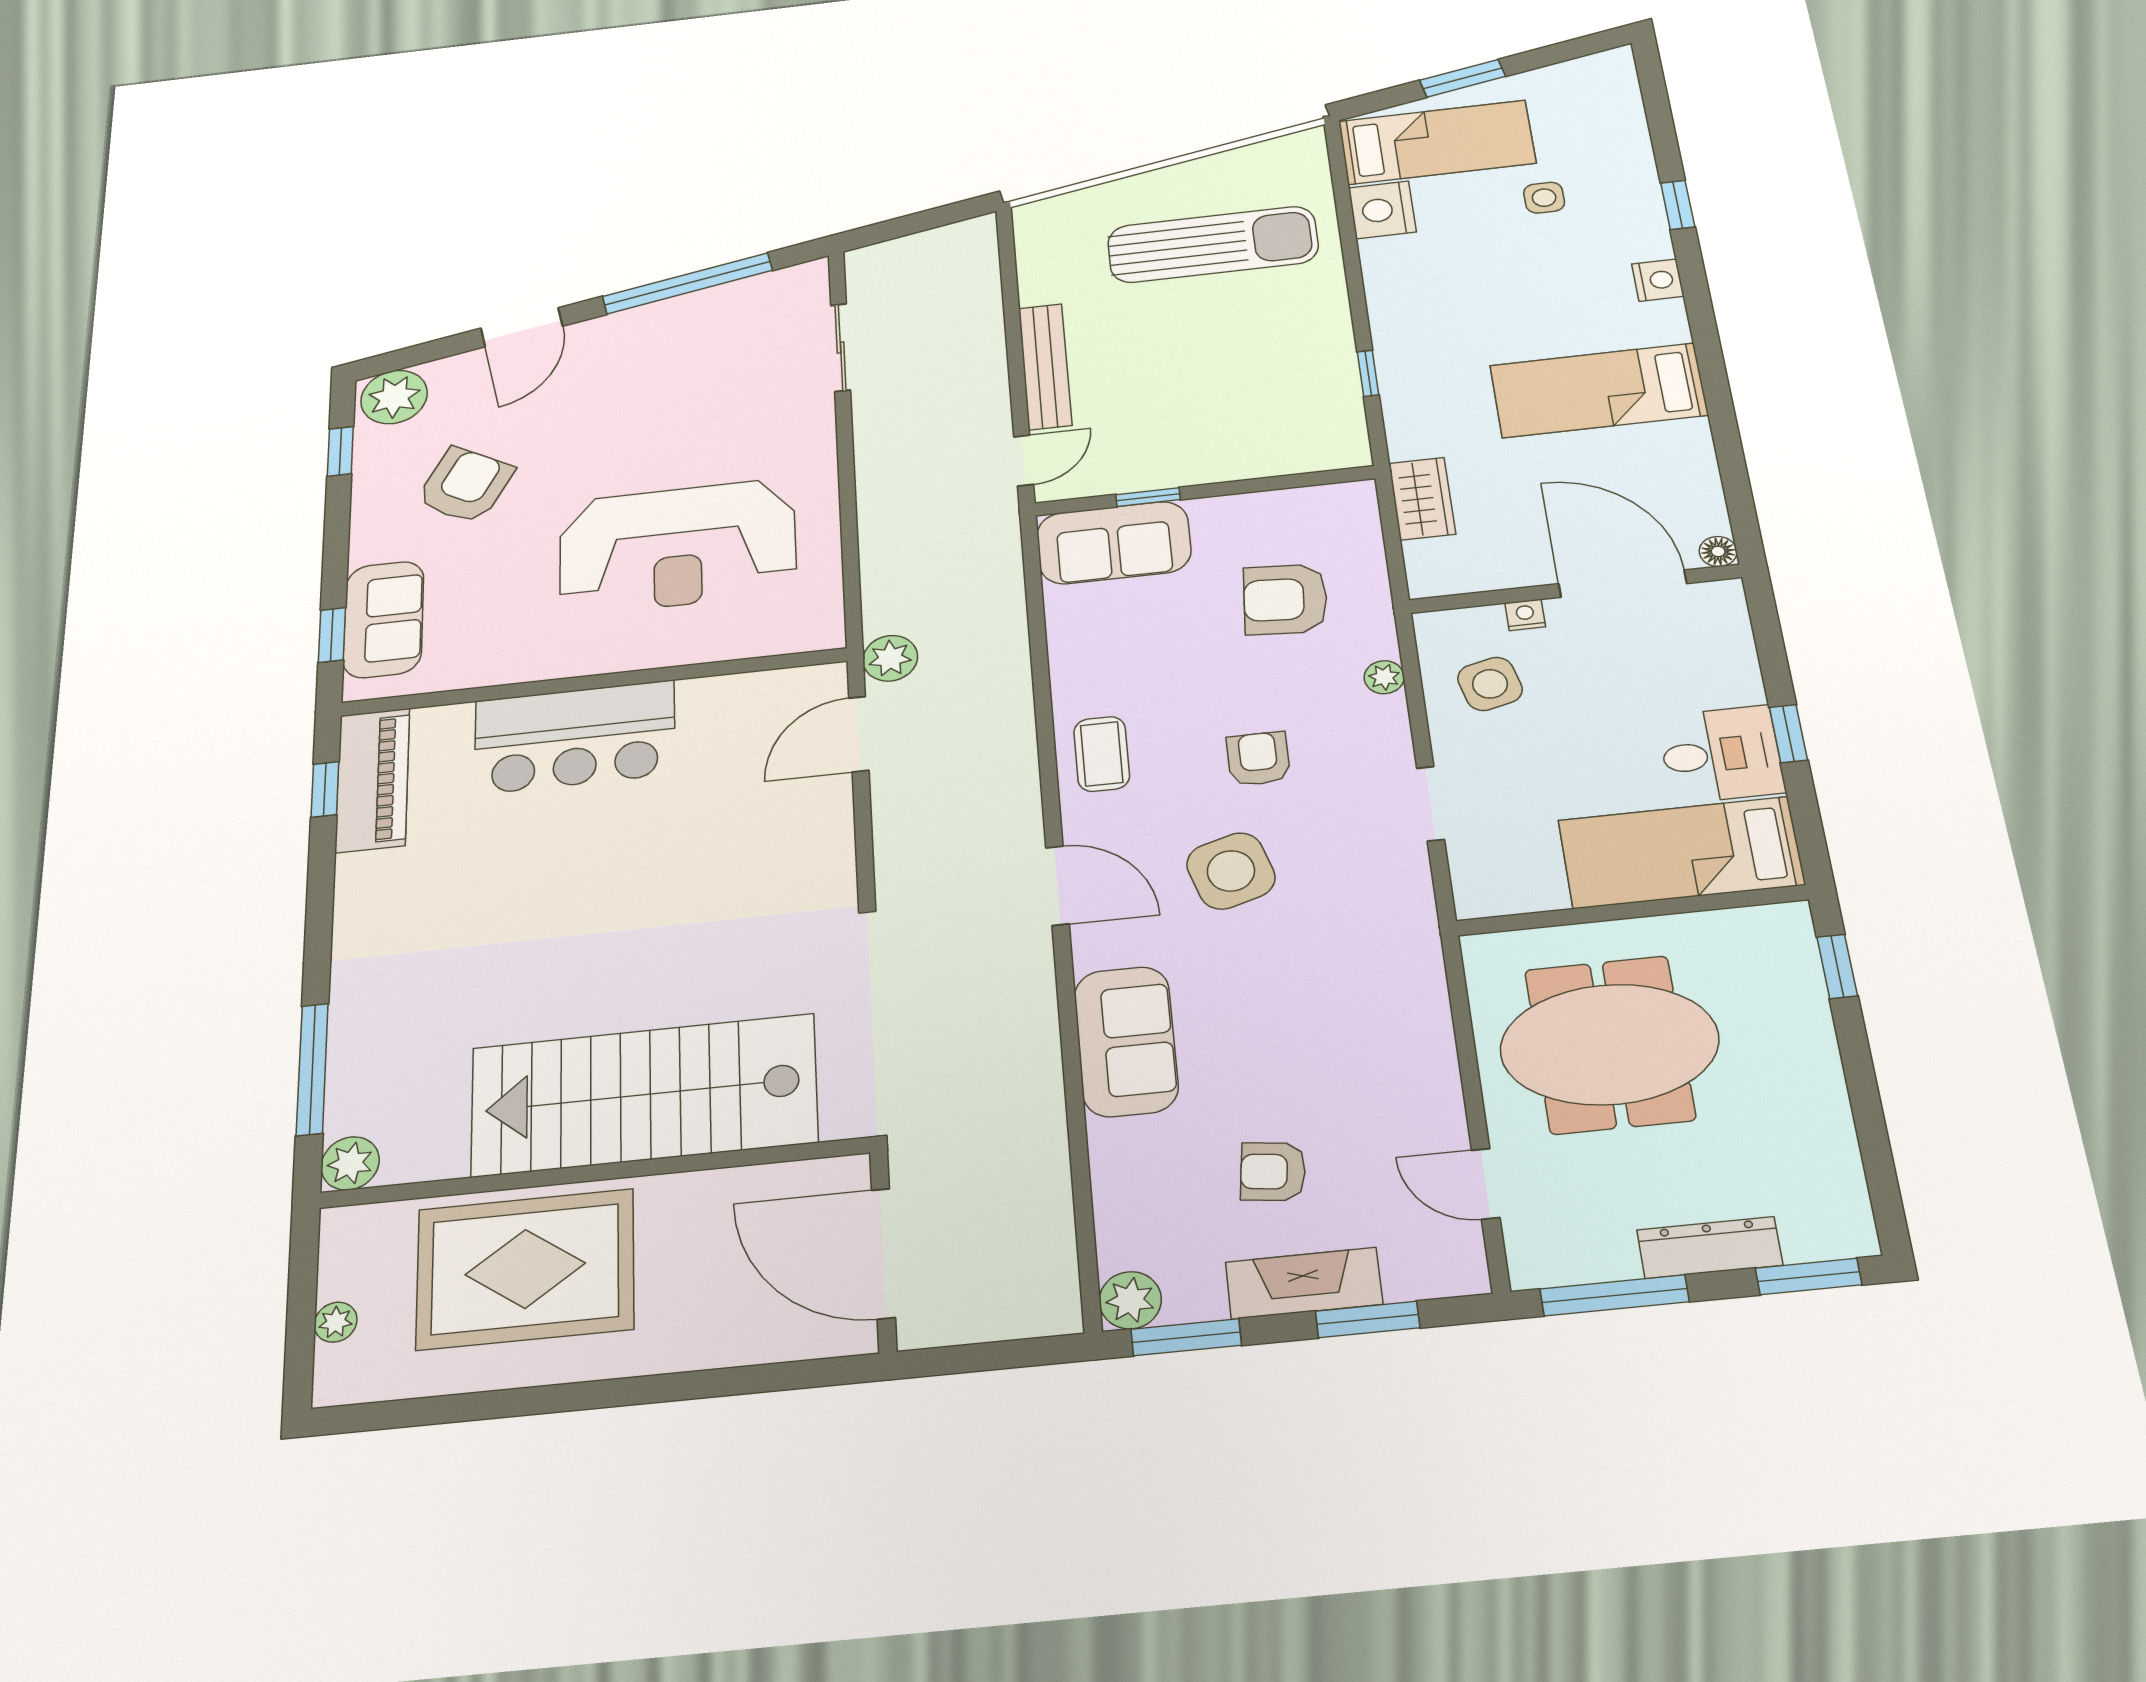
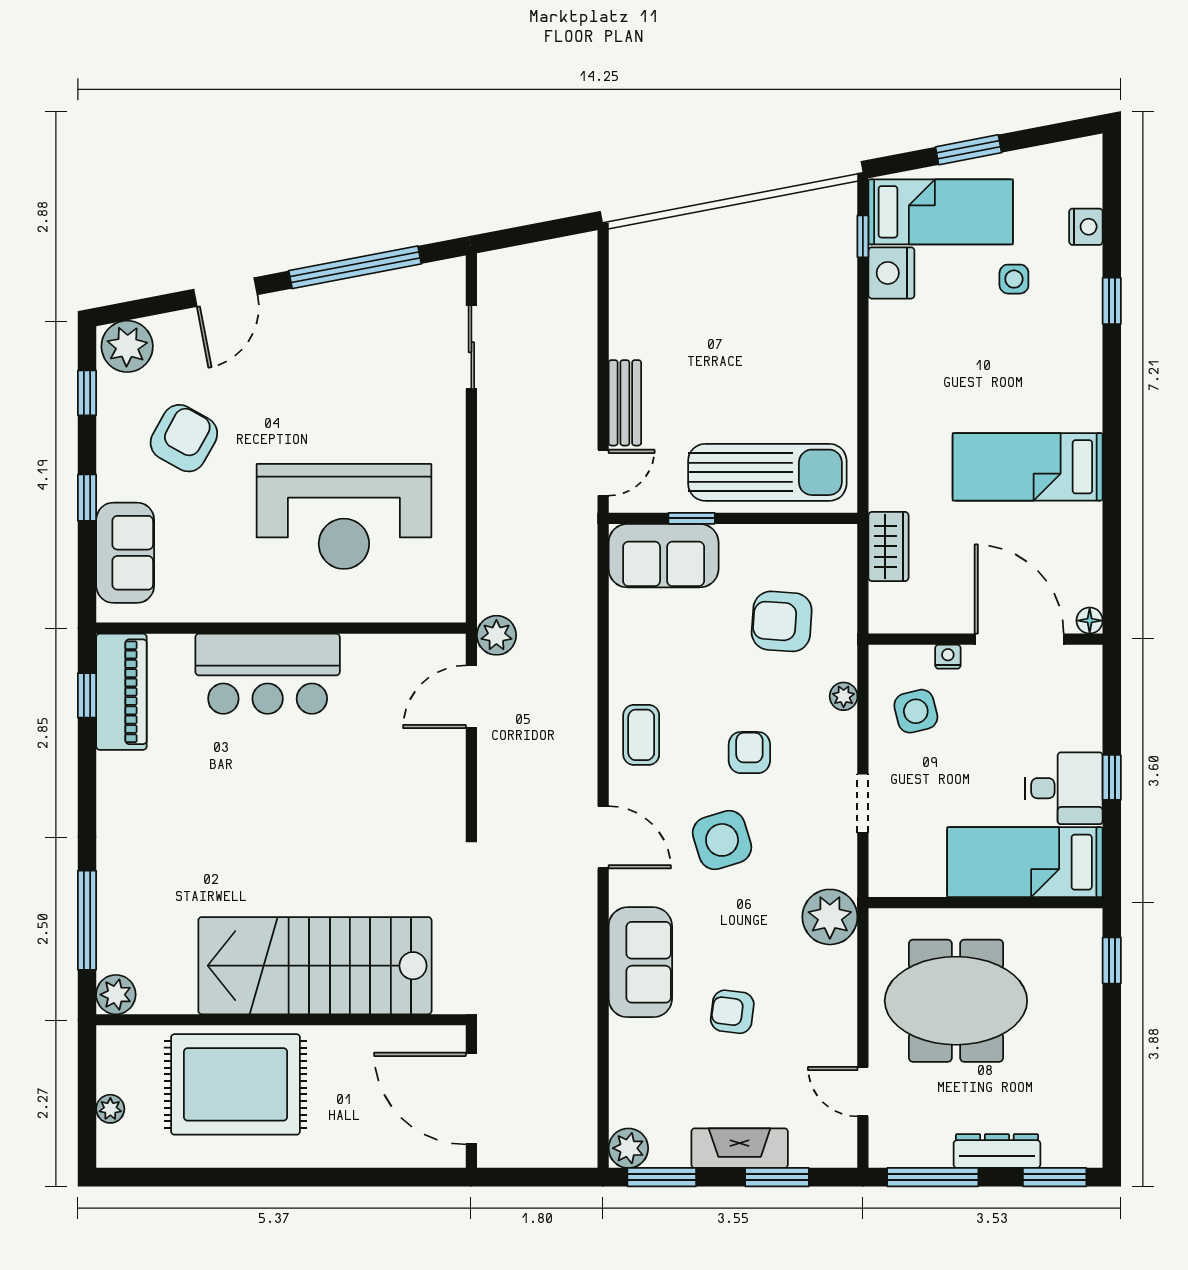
sun lounger: (1213, 244) -> (767, 472), moved
nightstand: (1658, 280) -> (1086, 227), moved
bench: (1045, 366) -> (625, 403), width x0.73
window: (1368, 373) -> (863, 236), moved
window: (332, 635) -> (87, 498), moved
plant: (1402, 953) -> (830, 917), added
armchair: (1273, 1172) -> (732, 1012), moved

